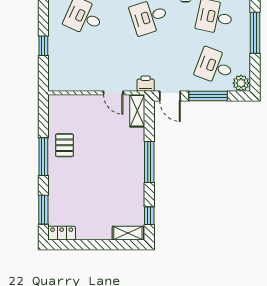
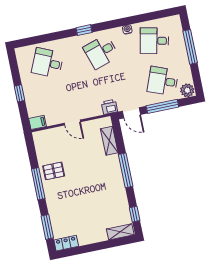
filing cabinet: (57, 84) -> (37, 122), added
door: (113, 93) -> (72, 122), moved
shelving: (137, 111) -> (109, 141), moved
pallet: (64, 145) -> (54, 171), turned 90

